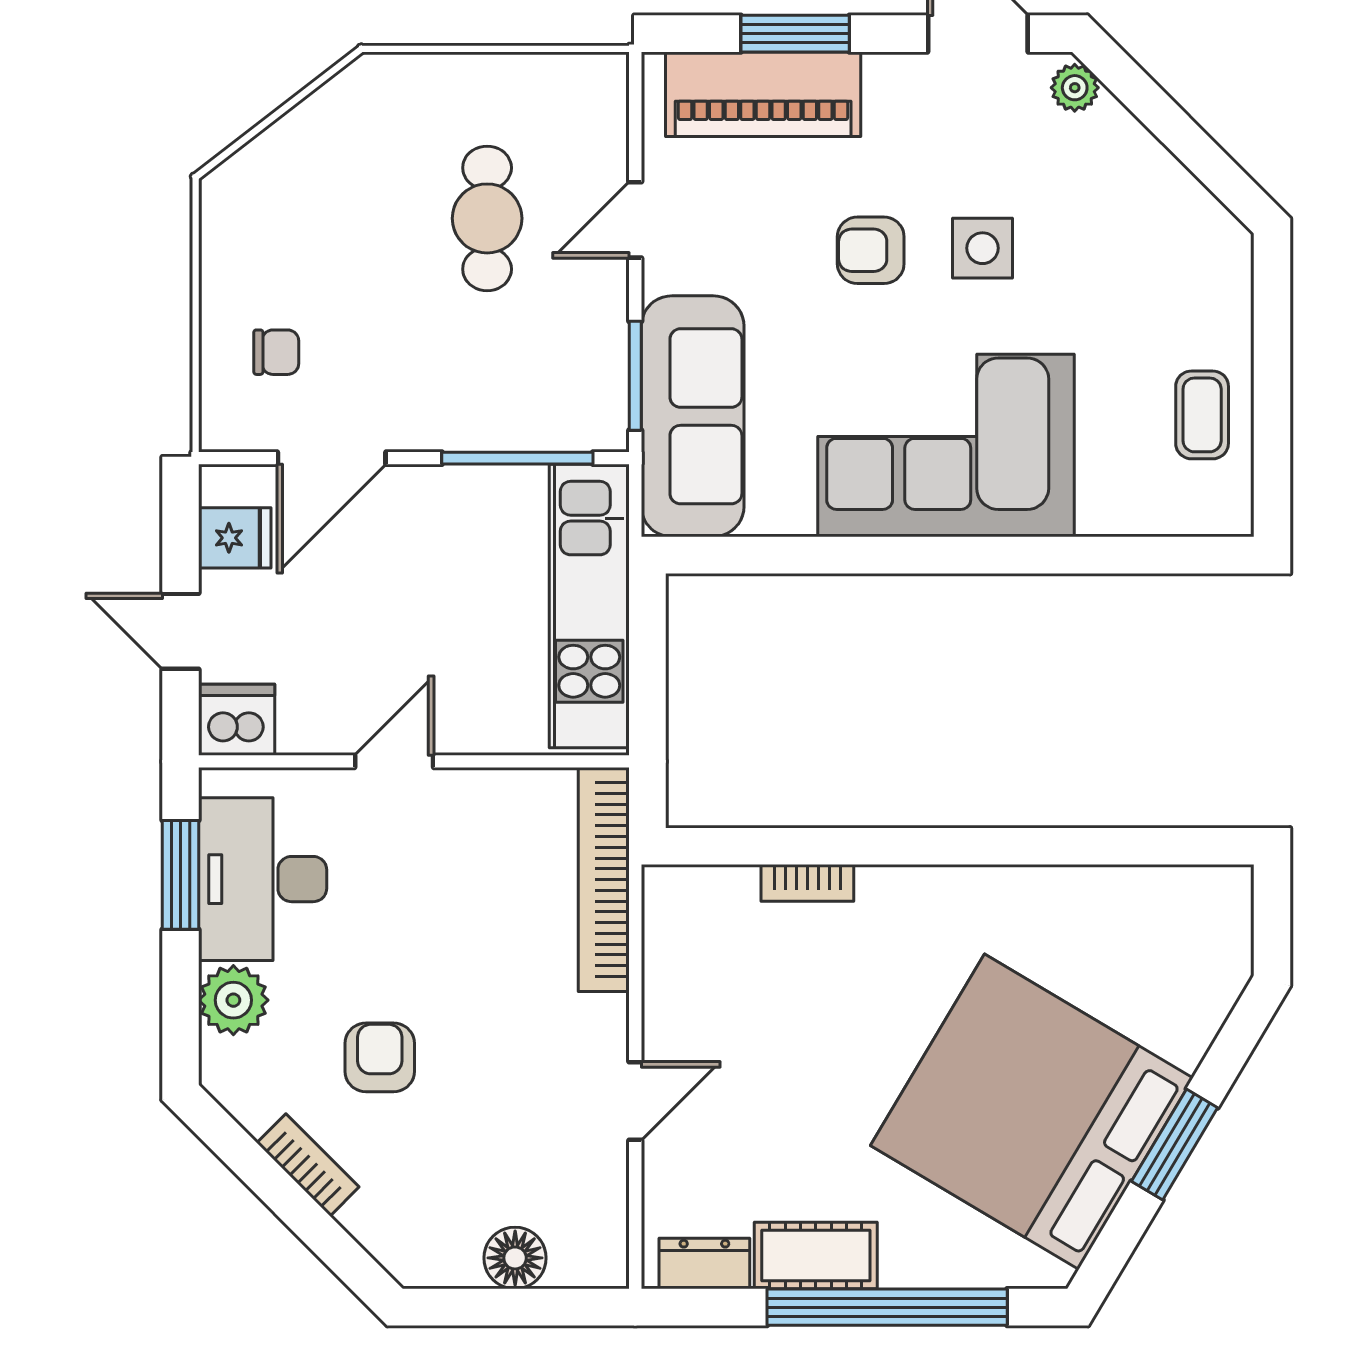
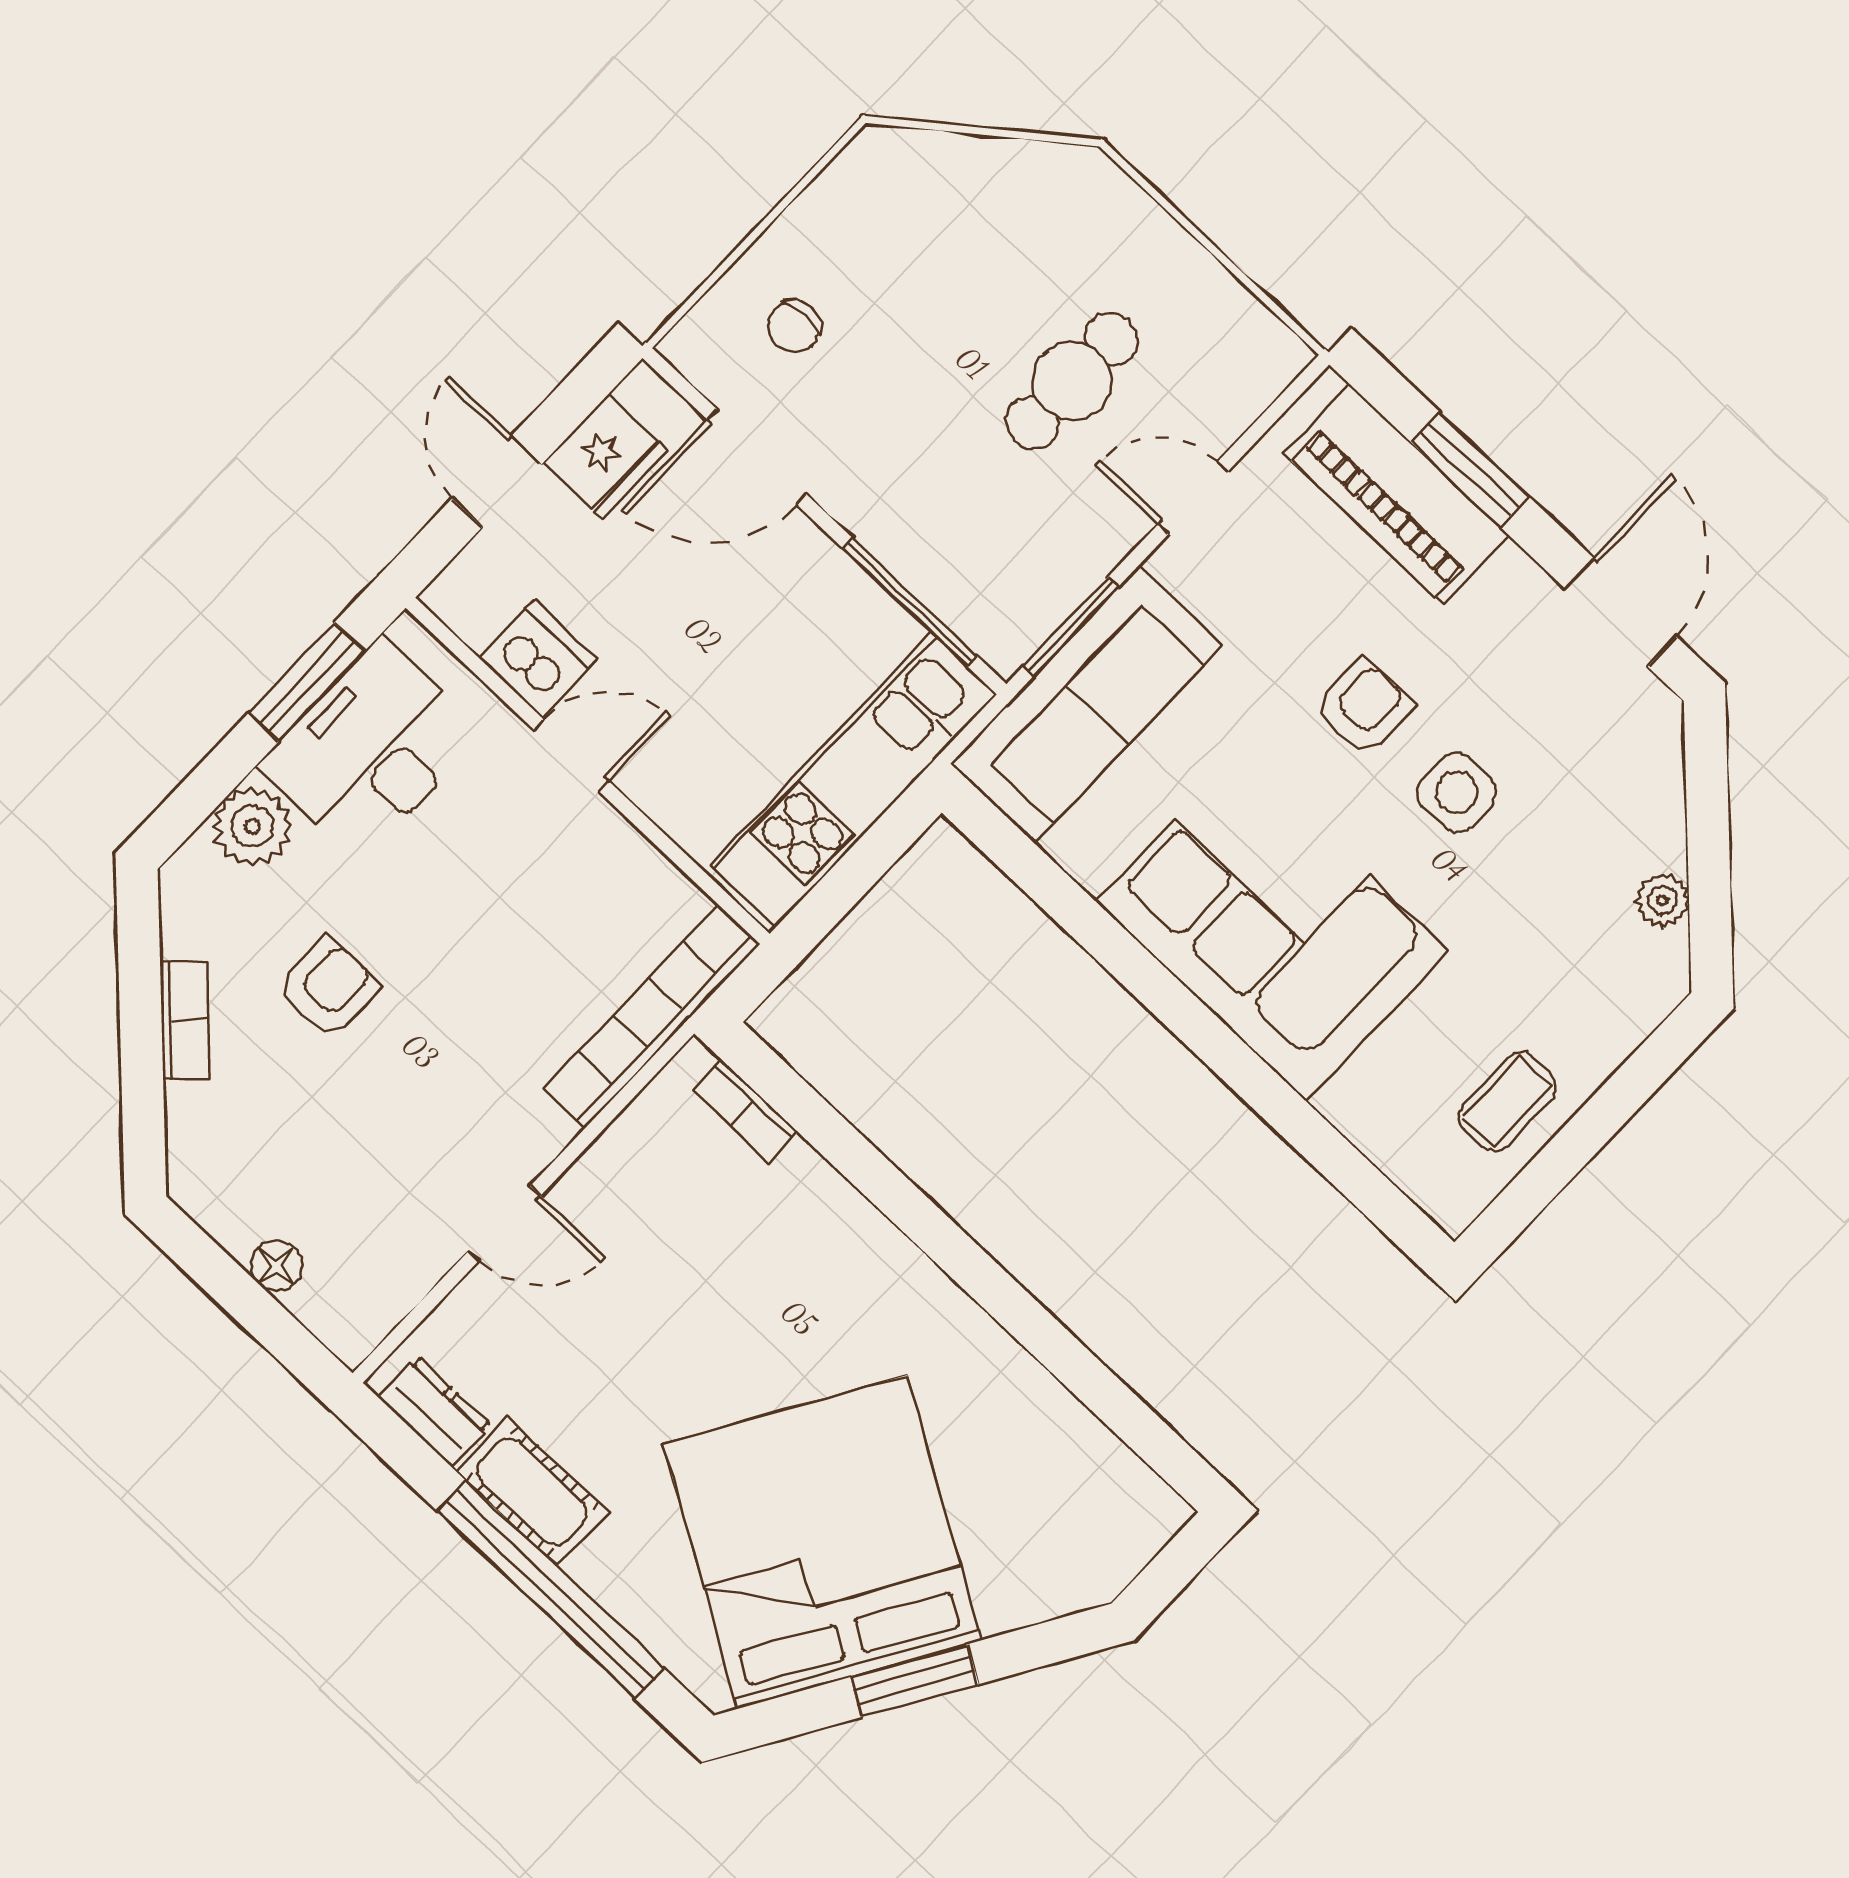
plant: (1075, 88) -> (1662, 900), moved
armchair: (871, 250) -> (1363, 707), turned 90
chair: (276, 352) -> (794, 326), turned 90
fridge: (235, 538) -> (606, 456), width x1.38
dishwasher: (237, 720) -> (538, 659), moved
bookcase: (807, 883) -> (745, 1110), moved
floor lamp: (515, 1258) -> (276, 1266), width x0.73, depth x0.73

